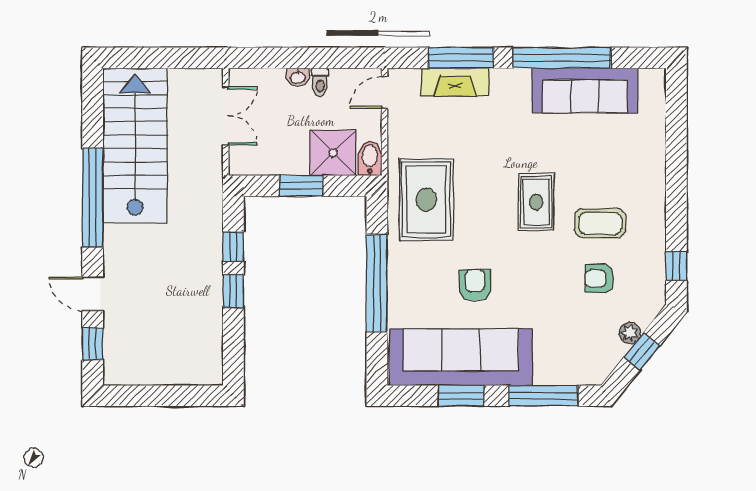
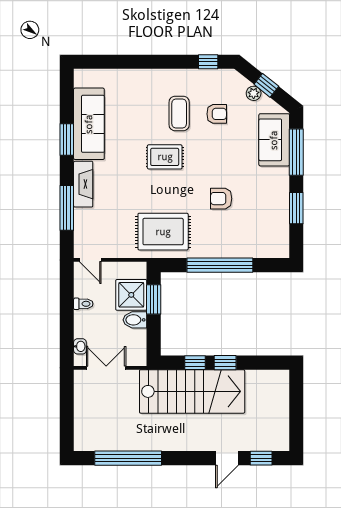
window: (562, 58) -> (67, 140), width x0.47
washbasin: (298, 77) -> (80, 346), moved
fireplace: (455, 82) -> (83, 184), moved
stairs: (135, 145) -> (192, 391), moved, turned 180
bidet: (370, 158) -> (135, 320), moved
window: (301, 186) -> (154, 299), moved
window: (93, 198) -> (128, 458), moved
armchair: (600, 279) -> (217, 114), turned -90
sofa: (461, 357) -> (274, 140), moved, width x0.54, depth x0.79

